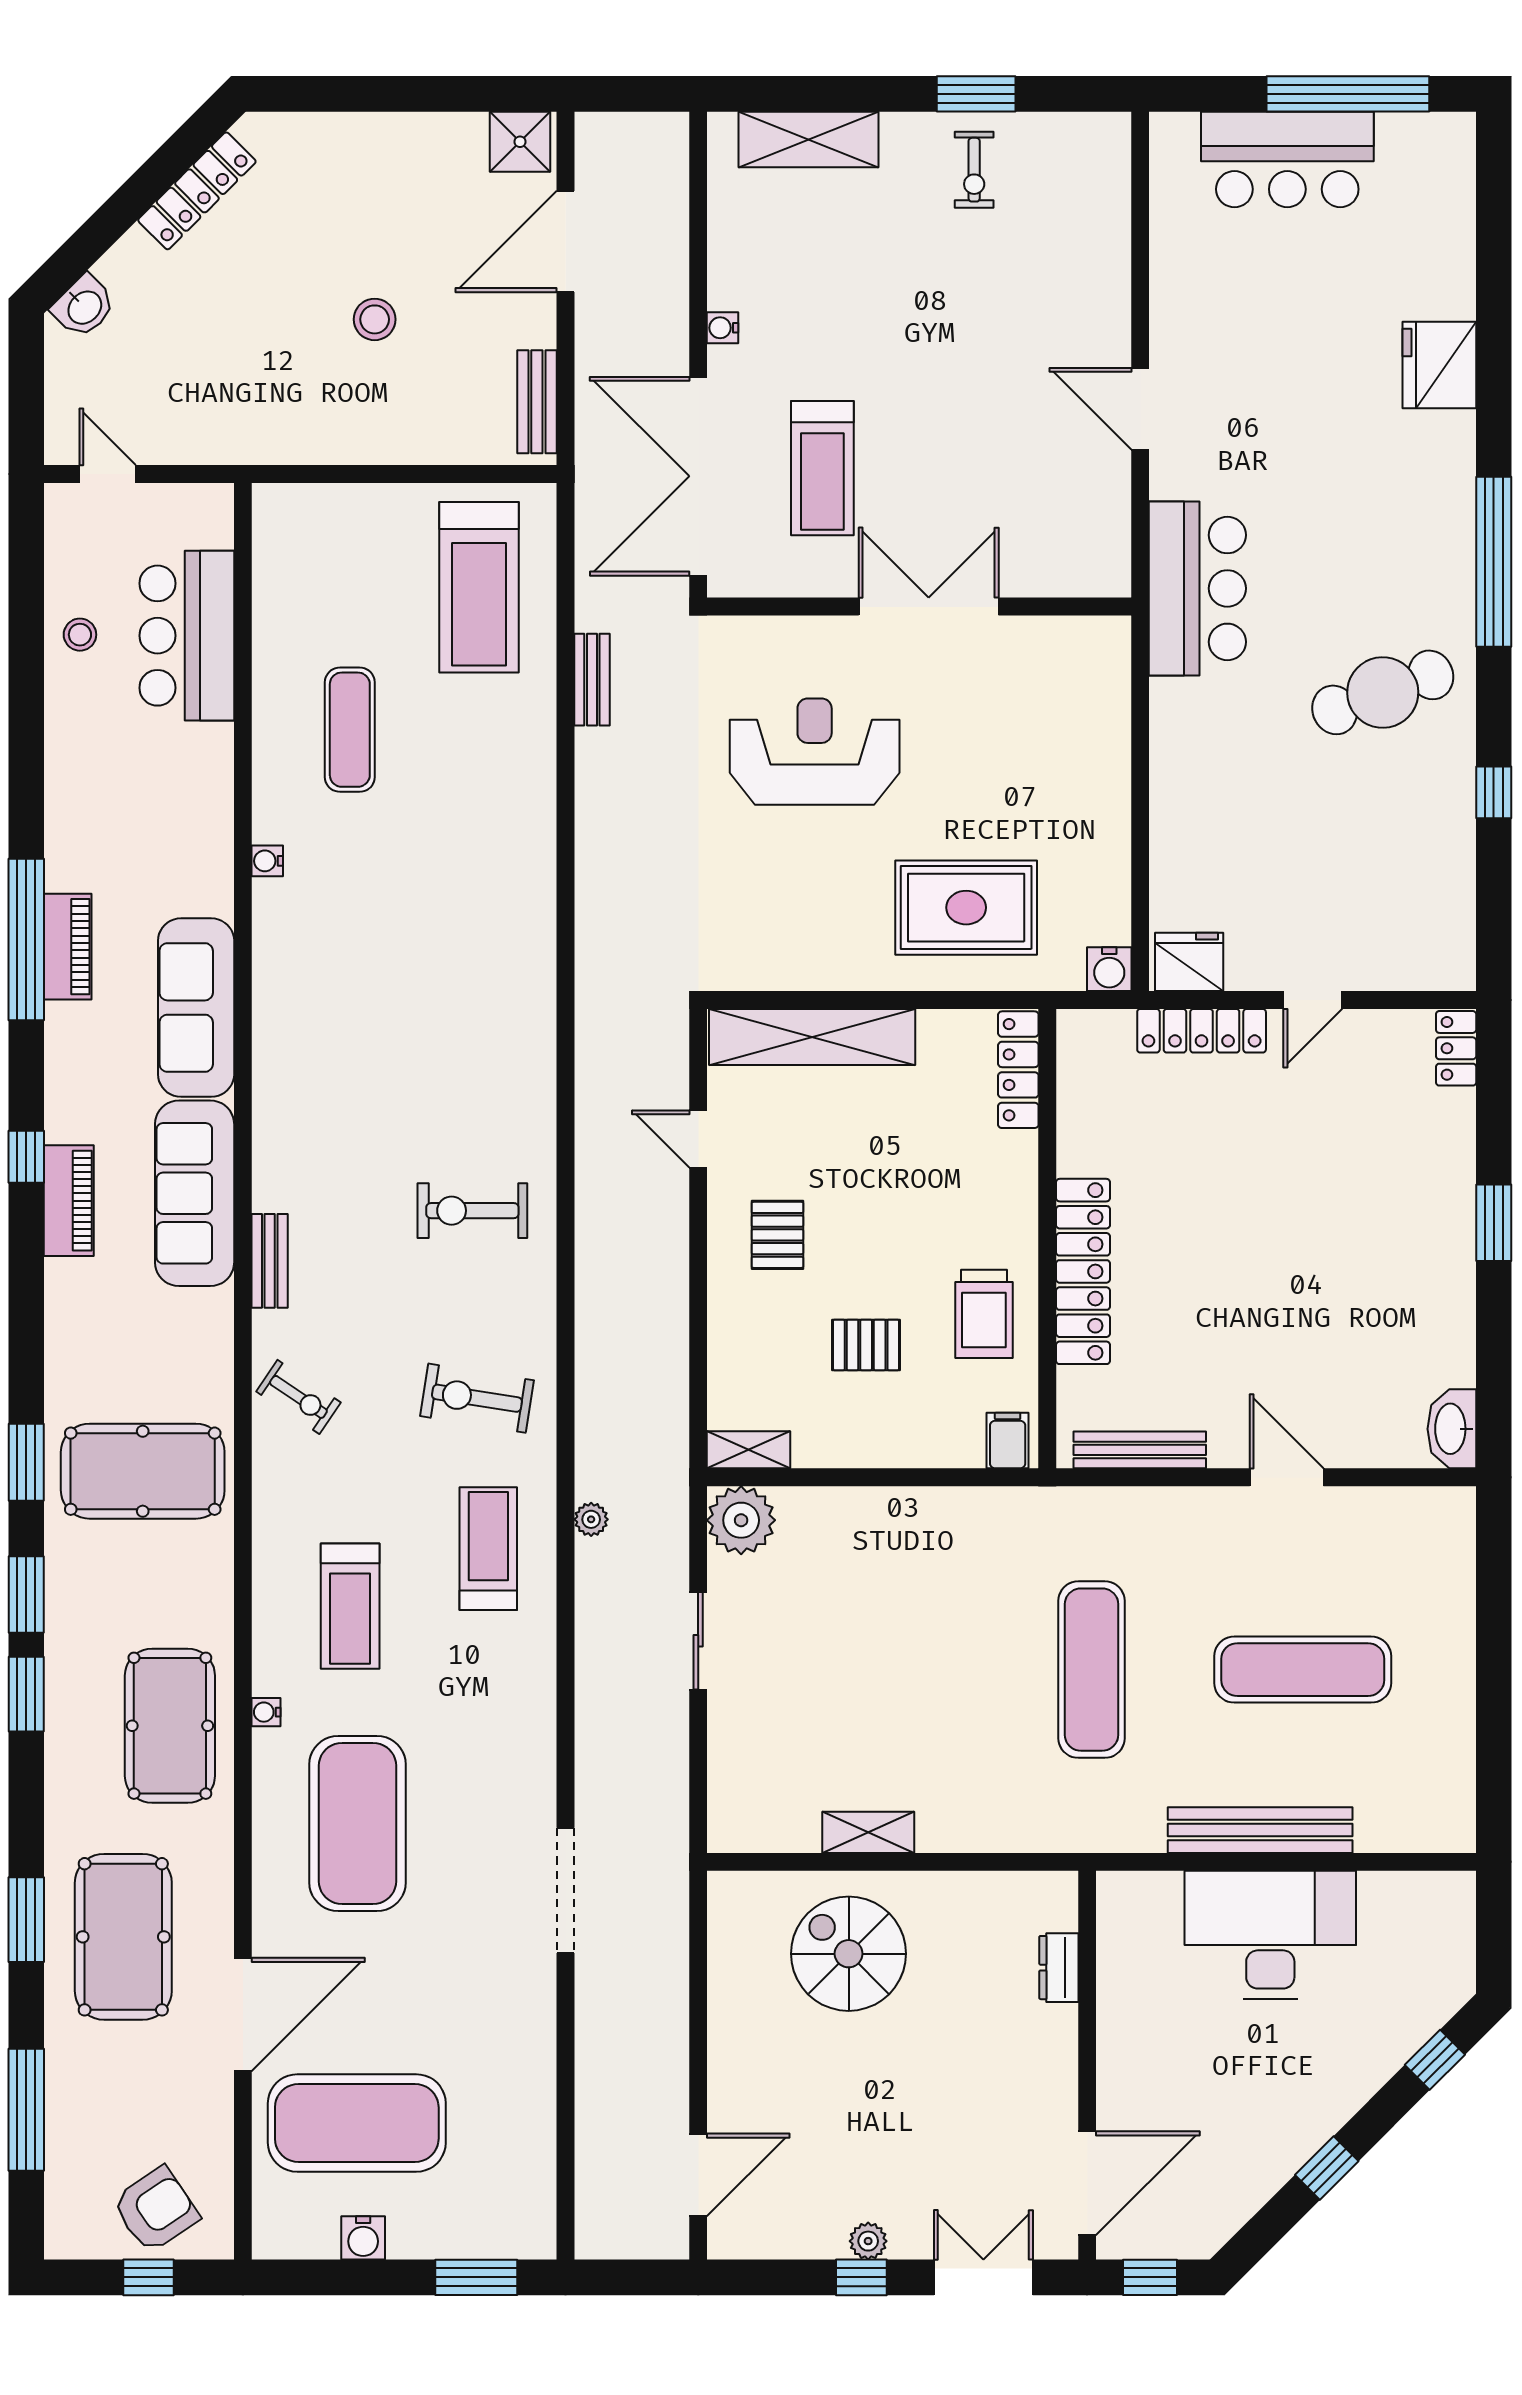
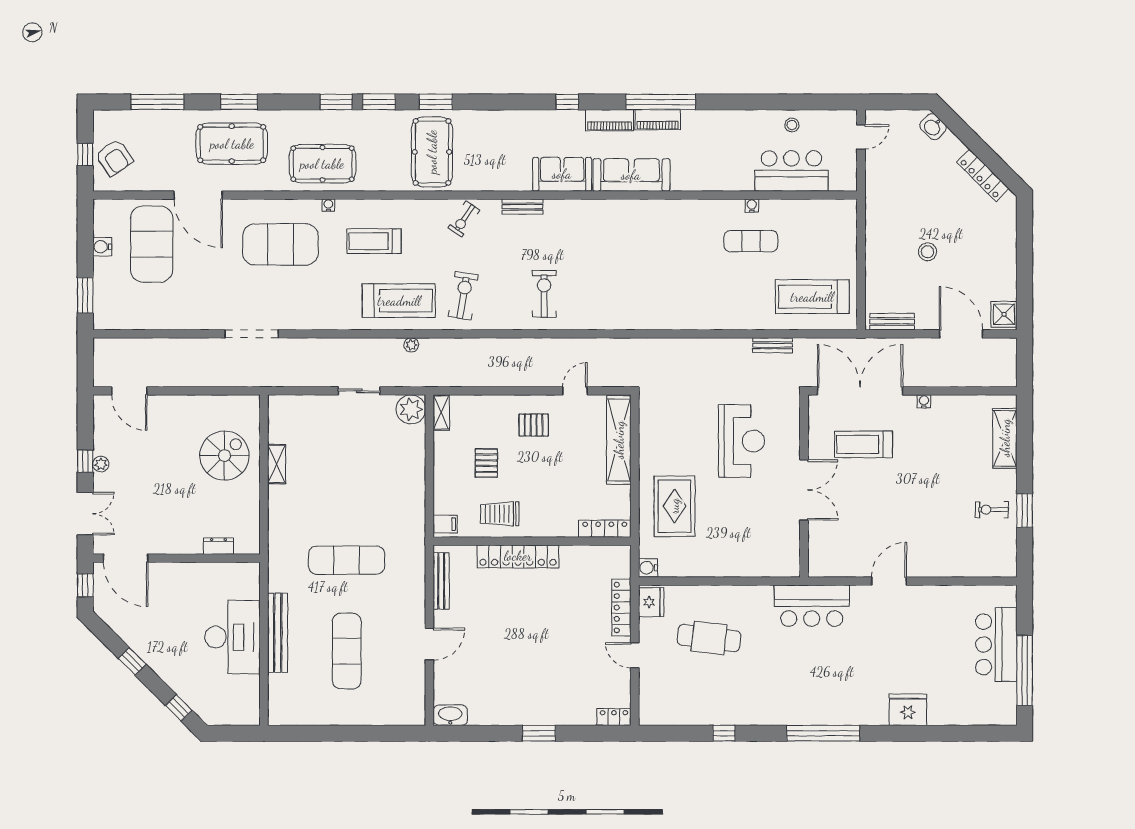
cafe table: (1383, 692) -> (709, 638), moved, turned -63
water cooler: (267, 861) -> (752, 206), moved
sofa: (195, 1193) -> (562, 174), width x0.73
piano: (69, 1201) -> (609, 120), moved
treadmill: (488, 1549) -> (399, 301), width x1.37, depth x1.38

